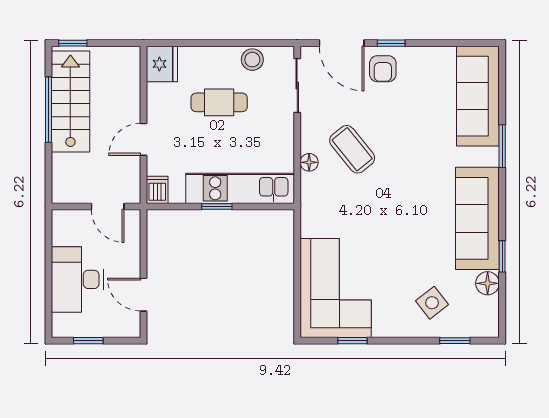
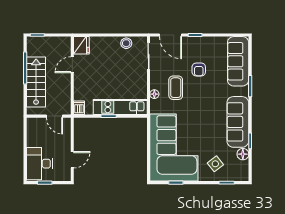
armchair: (383, 69) -> (199, 69), moved
stairs: (70, 102) -> (36, 82), moved
cafe table: (219, 102) -> (110, 64), removed
door: (144, 139) -> (72, 65), moved
coffee table: (352, 149) -> (176, 88), turned 39
desk: (77, 279) -> (39, 164), moved
corner sofa: (336, 288) -> (174, 148), width x1.36, depth x1.36
door: (144, 295) -> (72, 160), swing flipped

